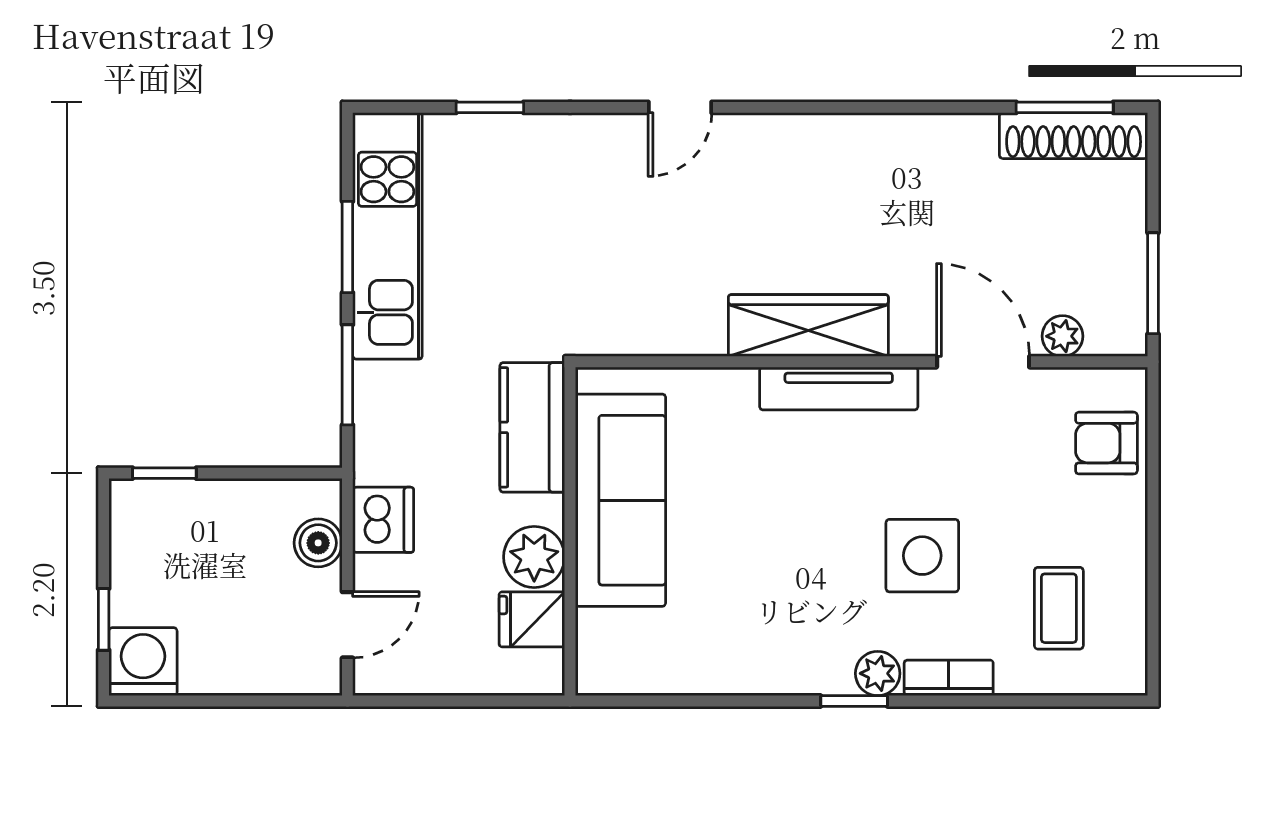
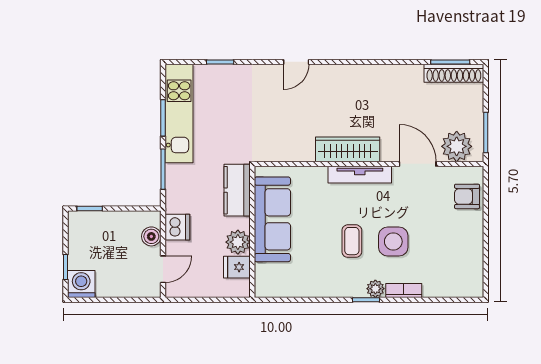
plant: (1062, 336) -> (457, 146), width x1.88, depth x1.88
coffee table: (1059, 608) -> (352, 241), moved

